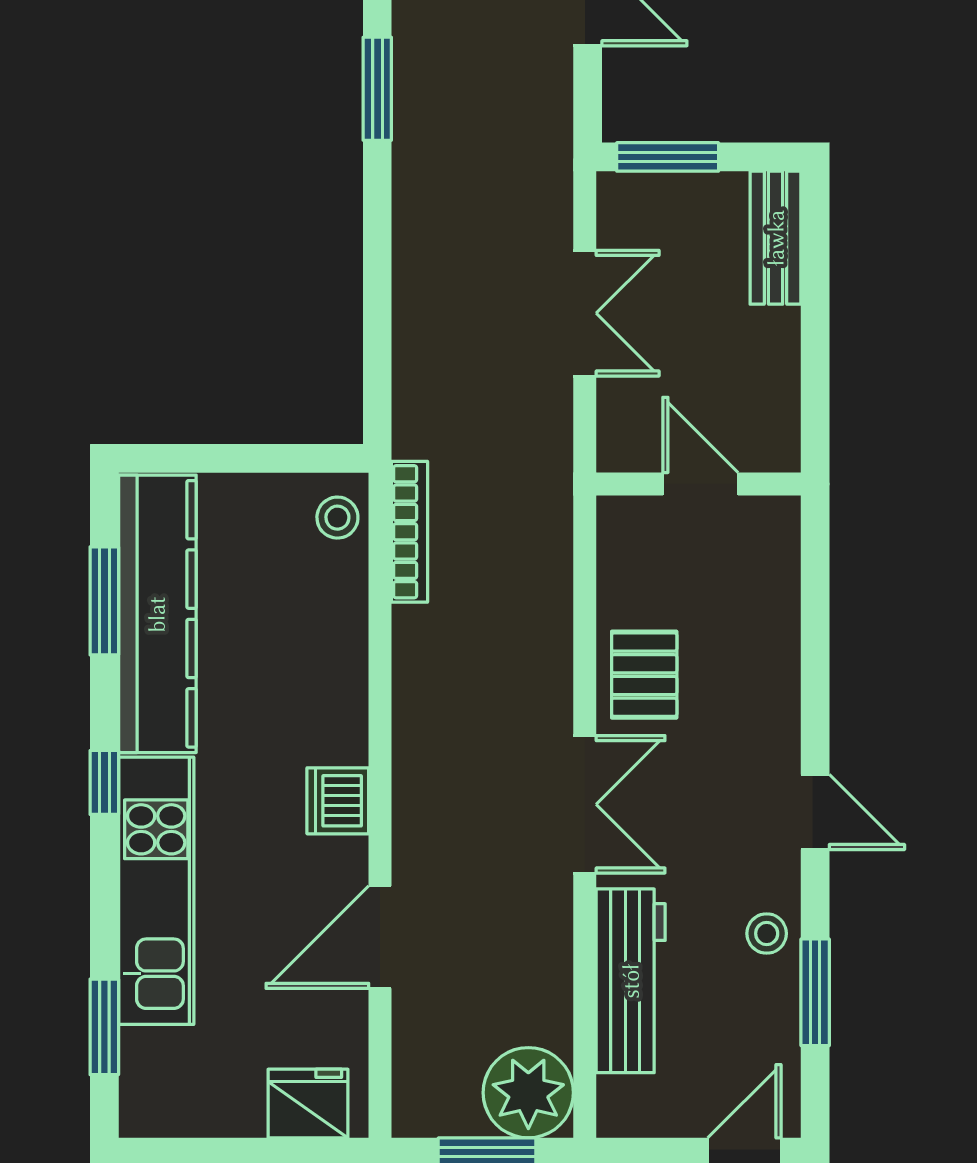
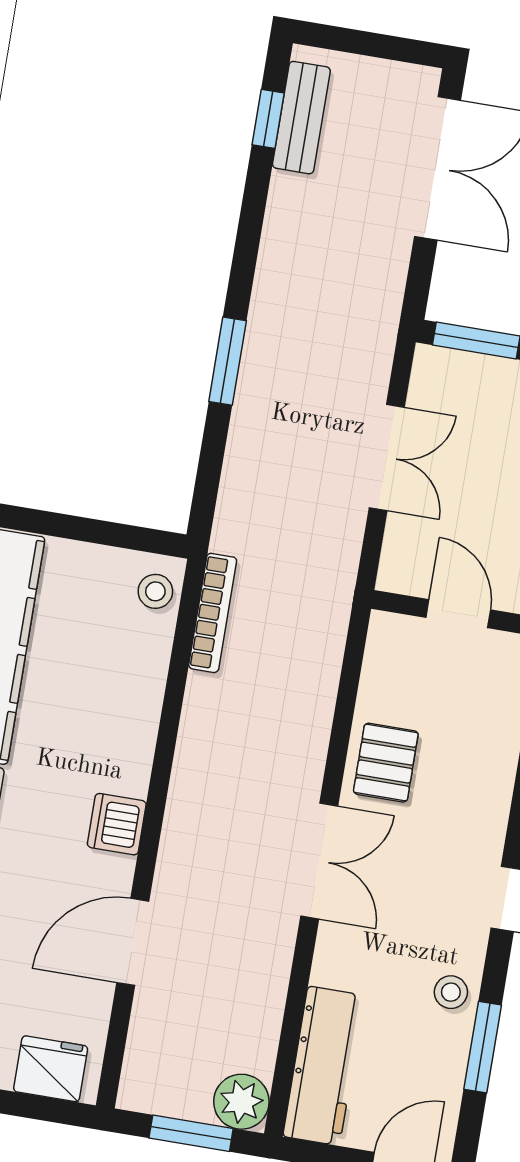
window: (377, 89) -> (228, 361), moved
workbench: (631, 981) -> (324, 1066), moved
plant: (528, 1093) -> (241, 1102), width x0.73, depth x0.73

